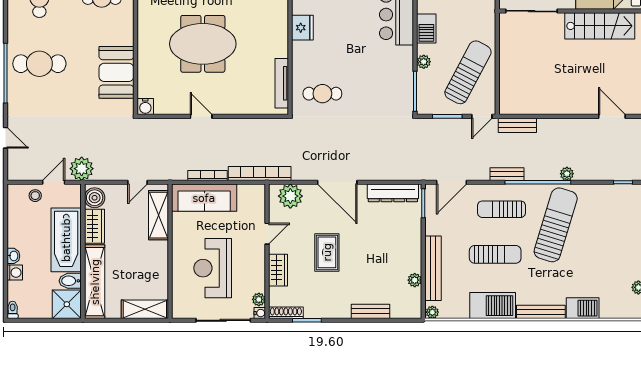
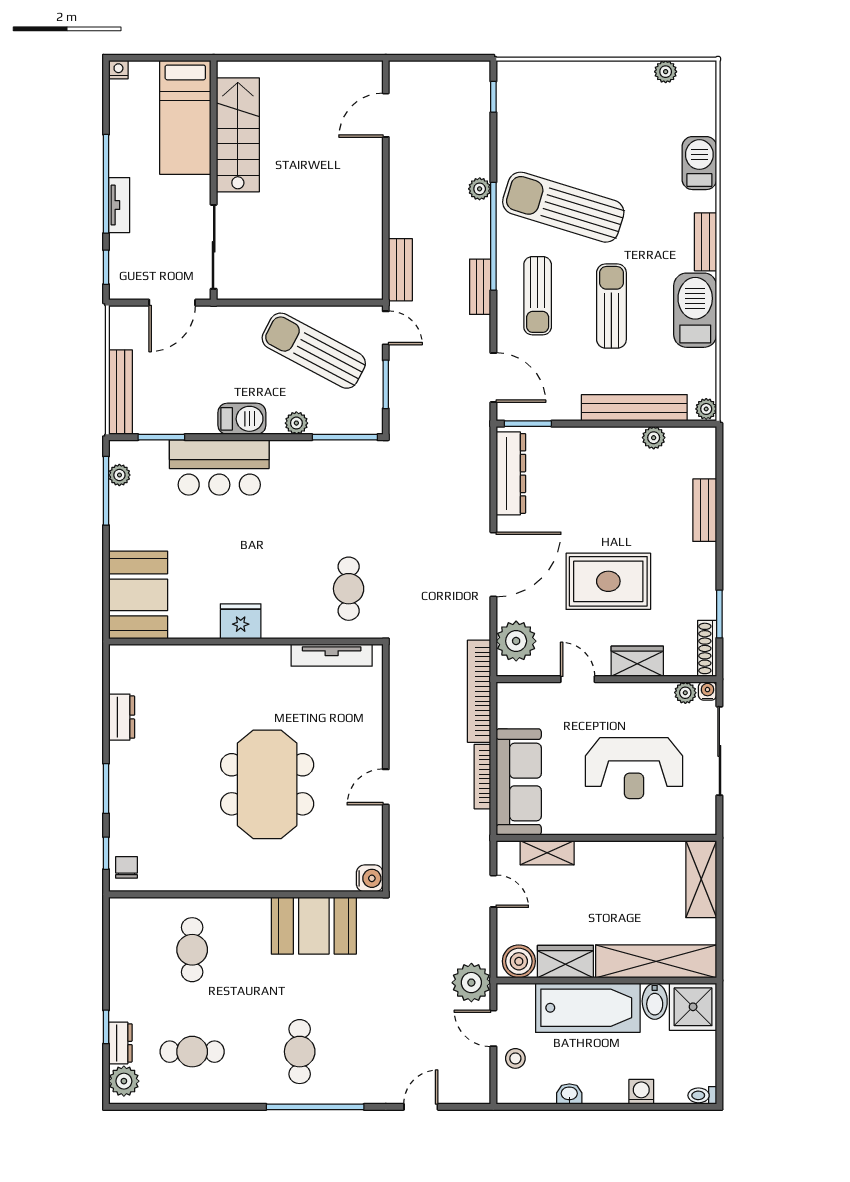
cafe table: (39, 64) -> (300, 1052), width x0.73, depth x0.74
shelving: (158, 215) -> (547, 853), width x0.67, depth x0.75
rug: (327, 252) -> (608, 581), width x1.36, depth x1.43
washbasin: (13, 256) -> (569, 1094), moved
bench: (541, 312) -> (706, 242), width x0.73

